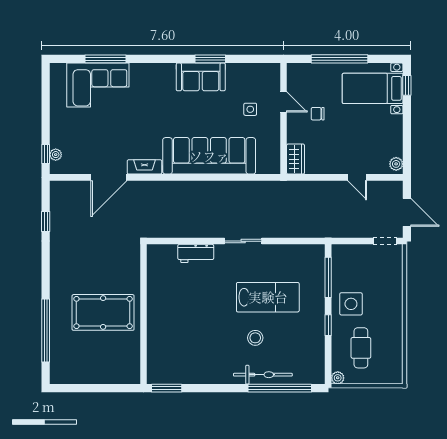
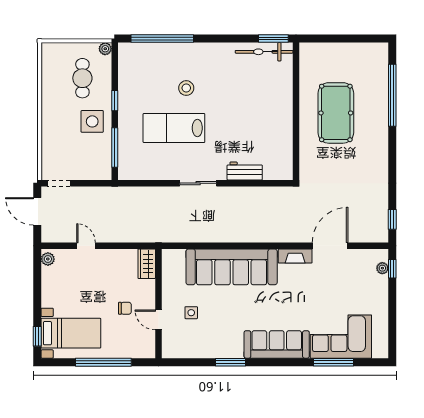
sofa: (201, 77) -> (277, 344), moved, width x1.36
window: (46, 221) -> (392, 219), moved
pool table: (103, 312) -> (336, 113), turned 90
bicycle: (263, 375) -> (264, 52), moved

